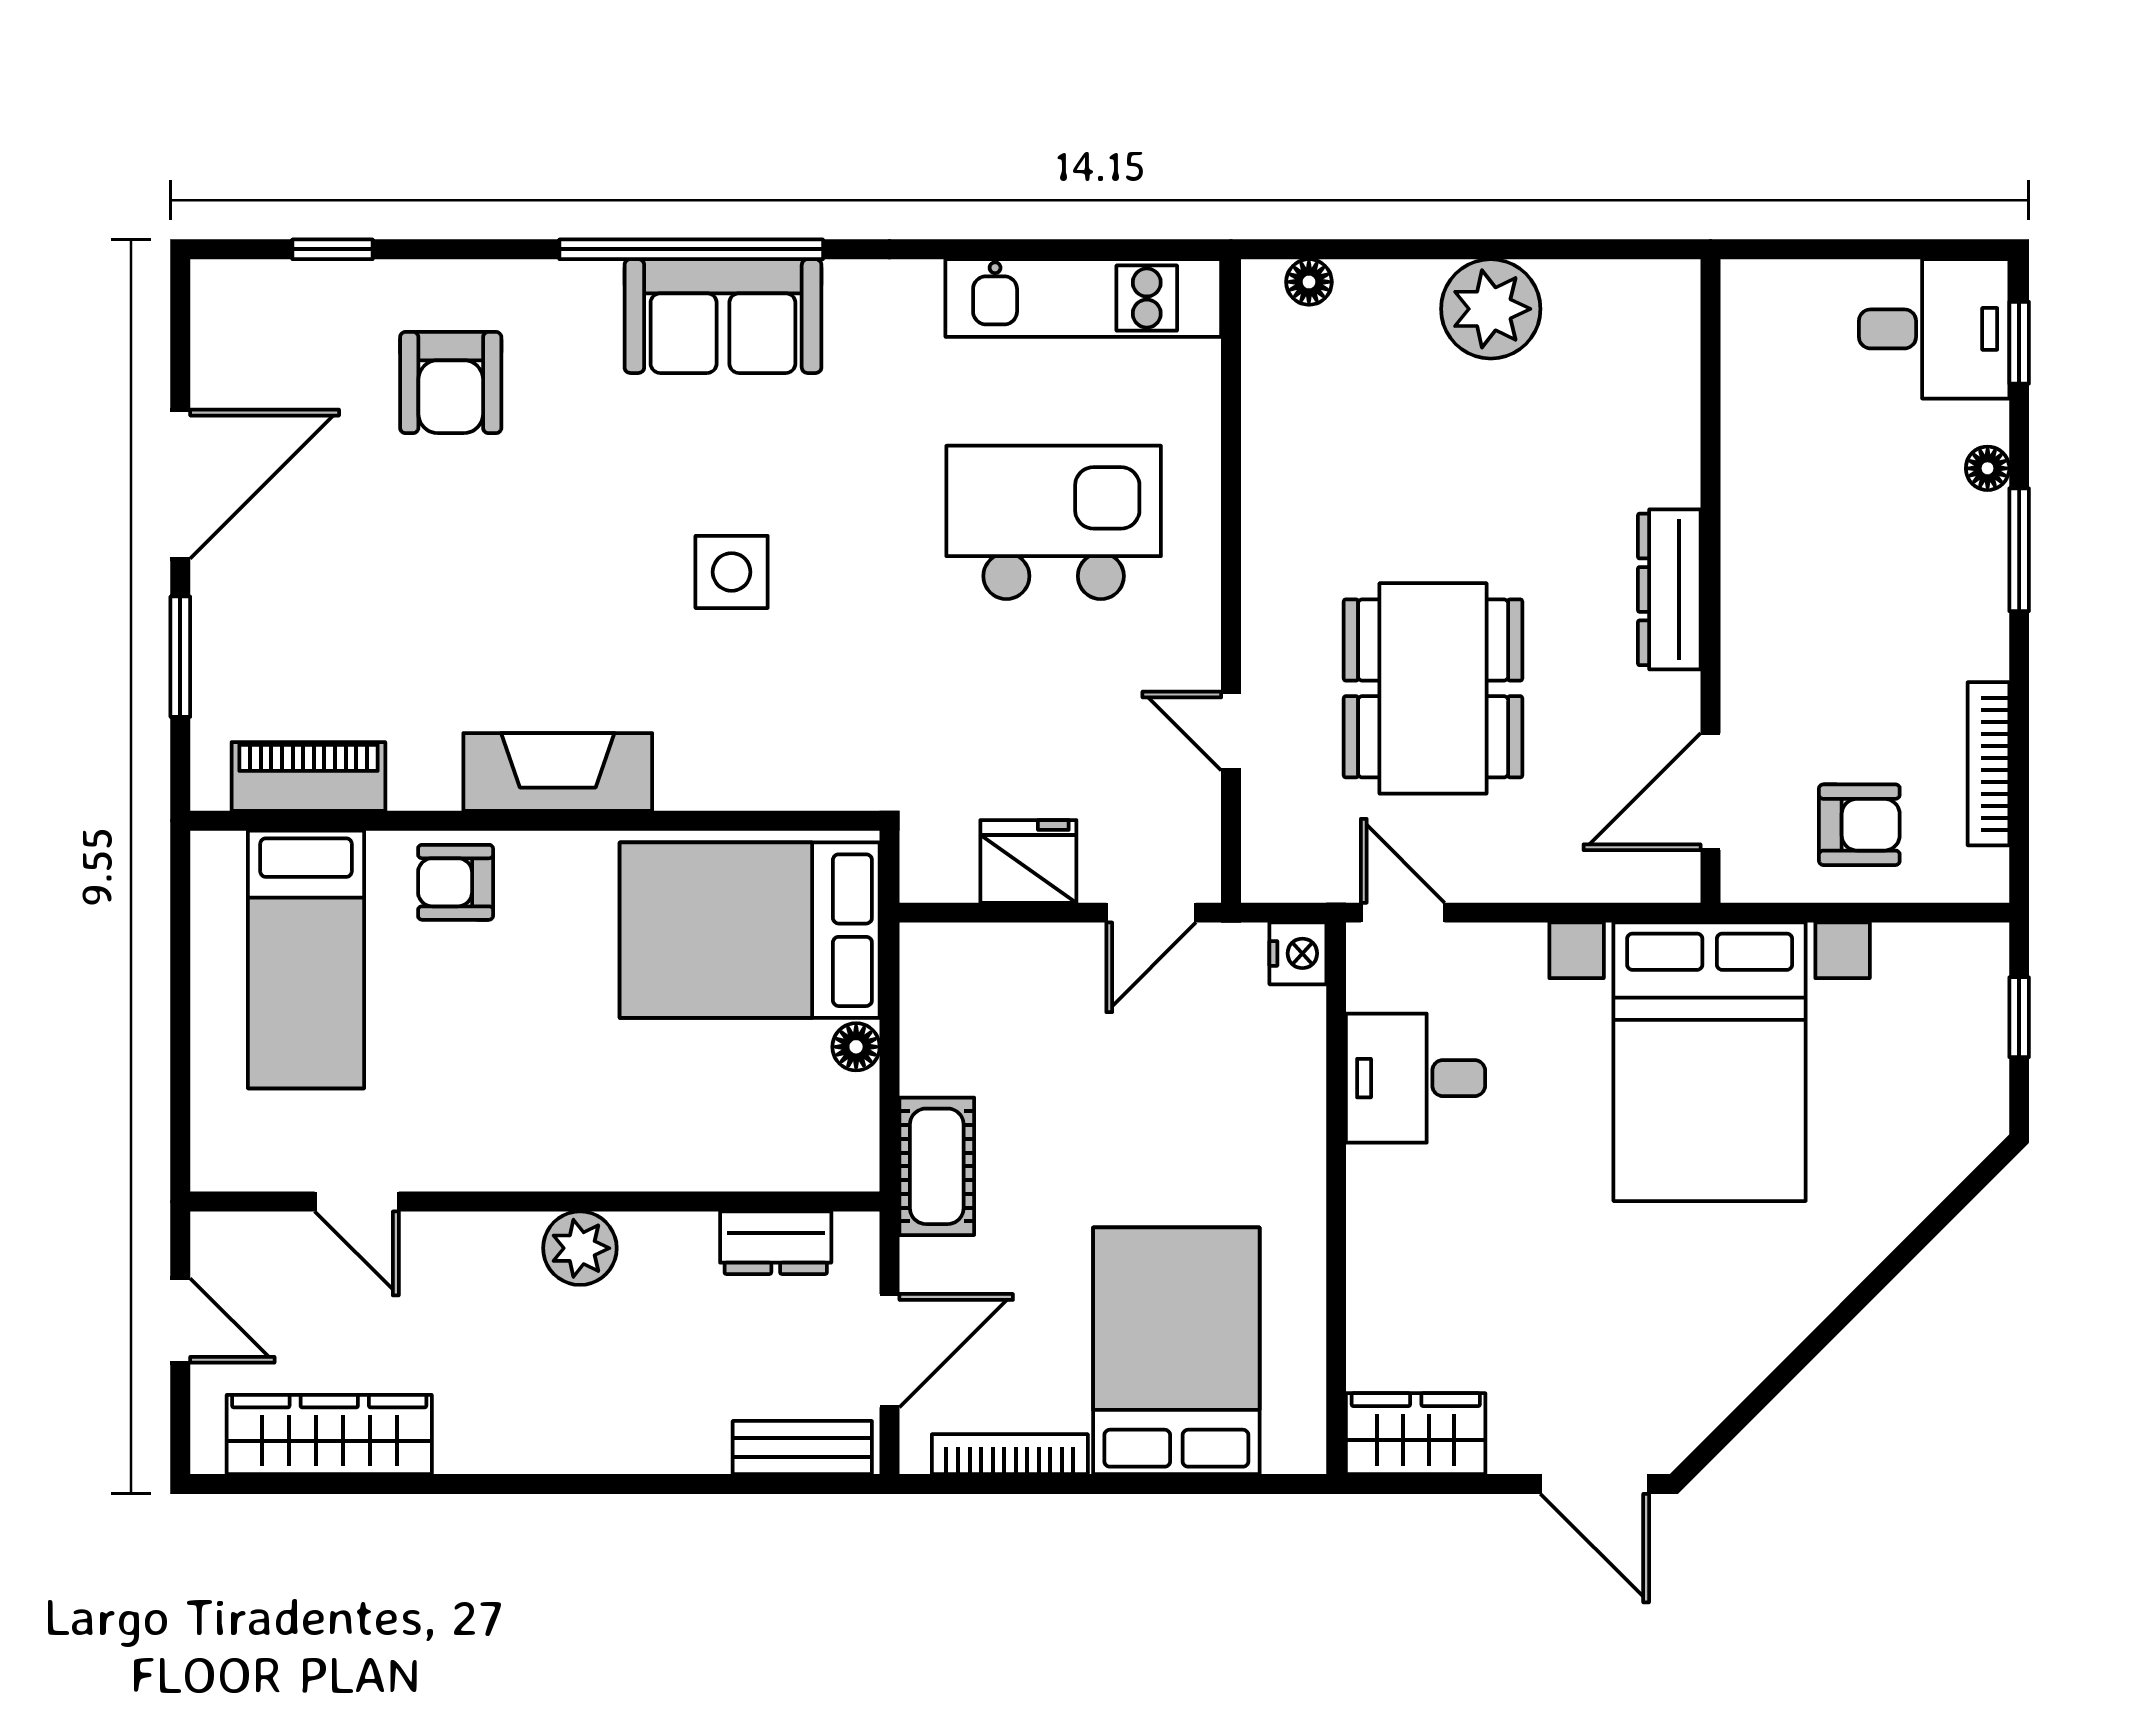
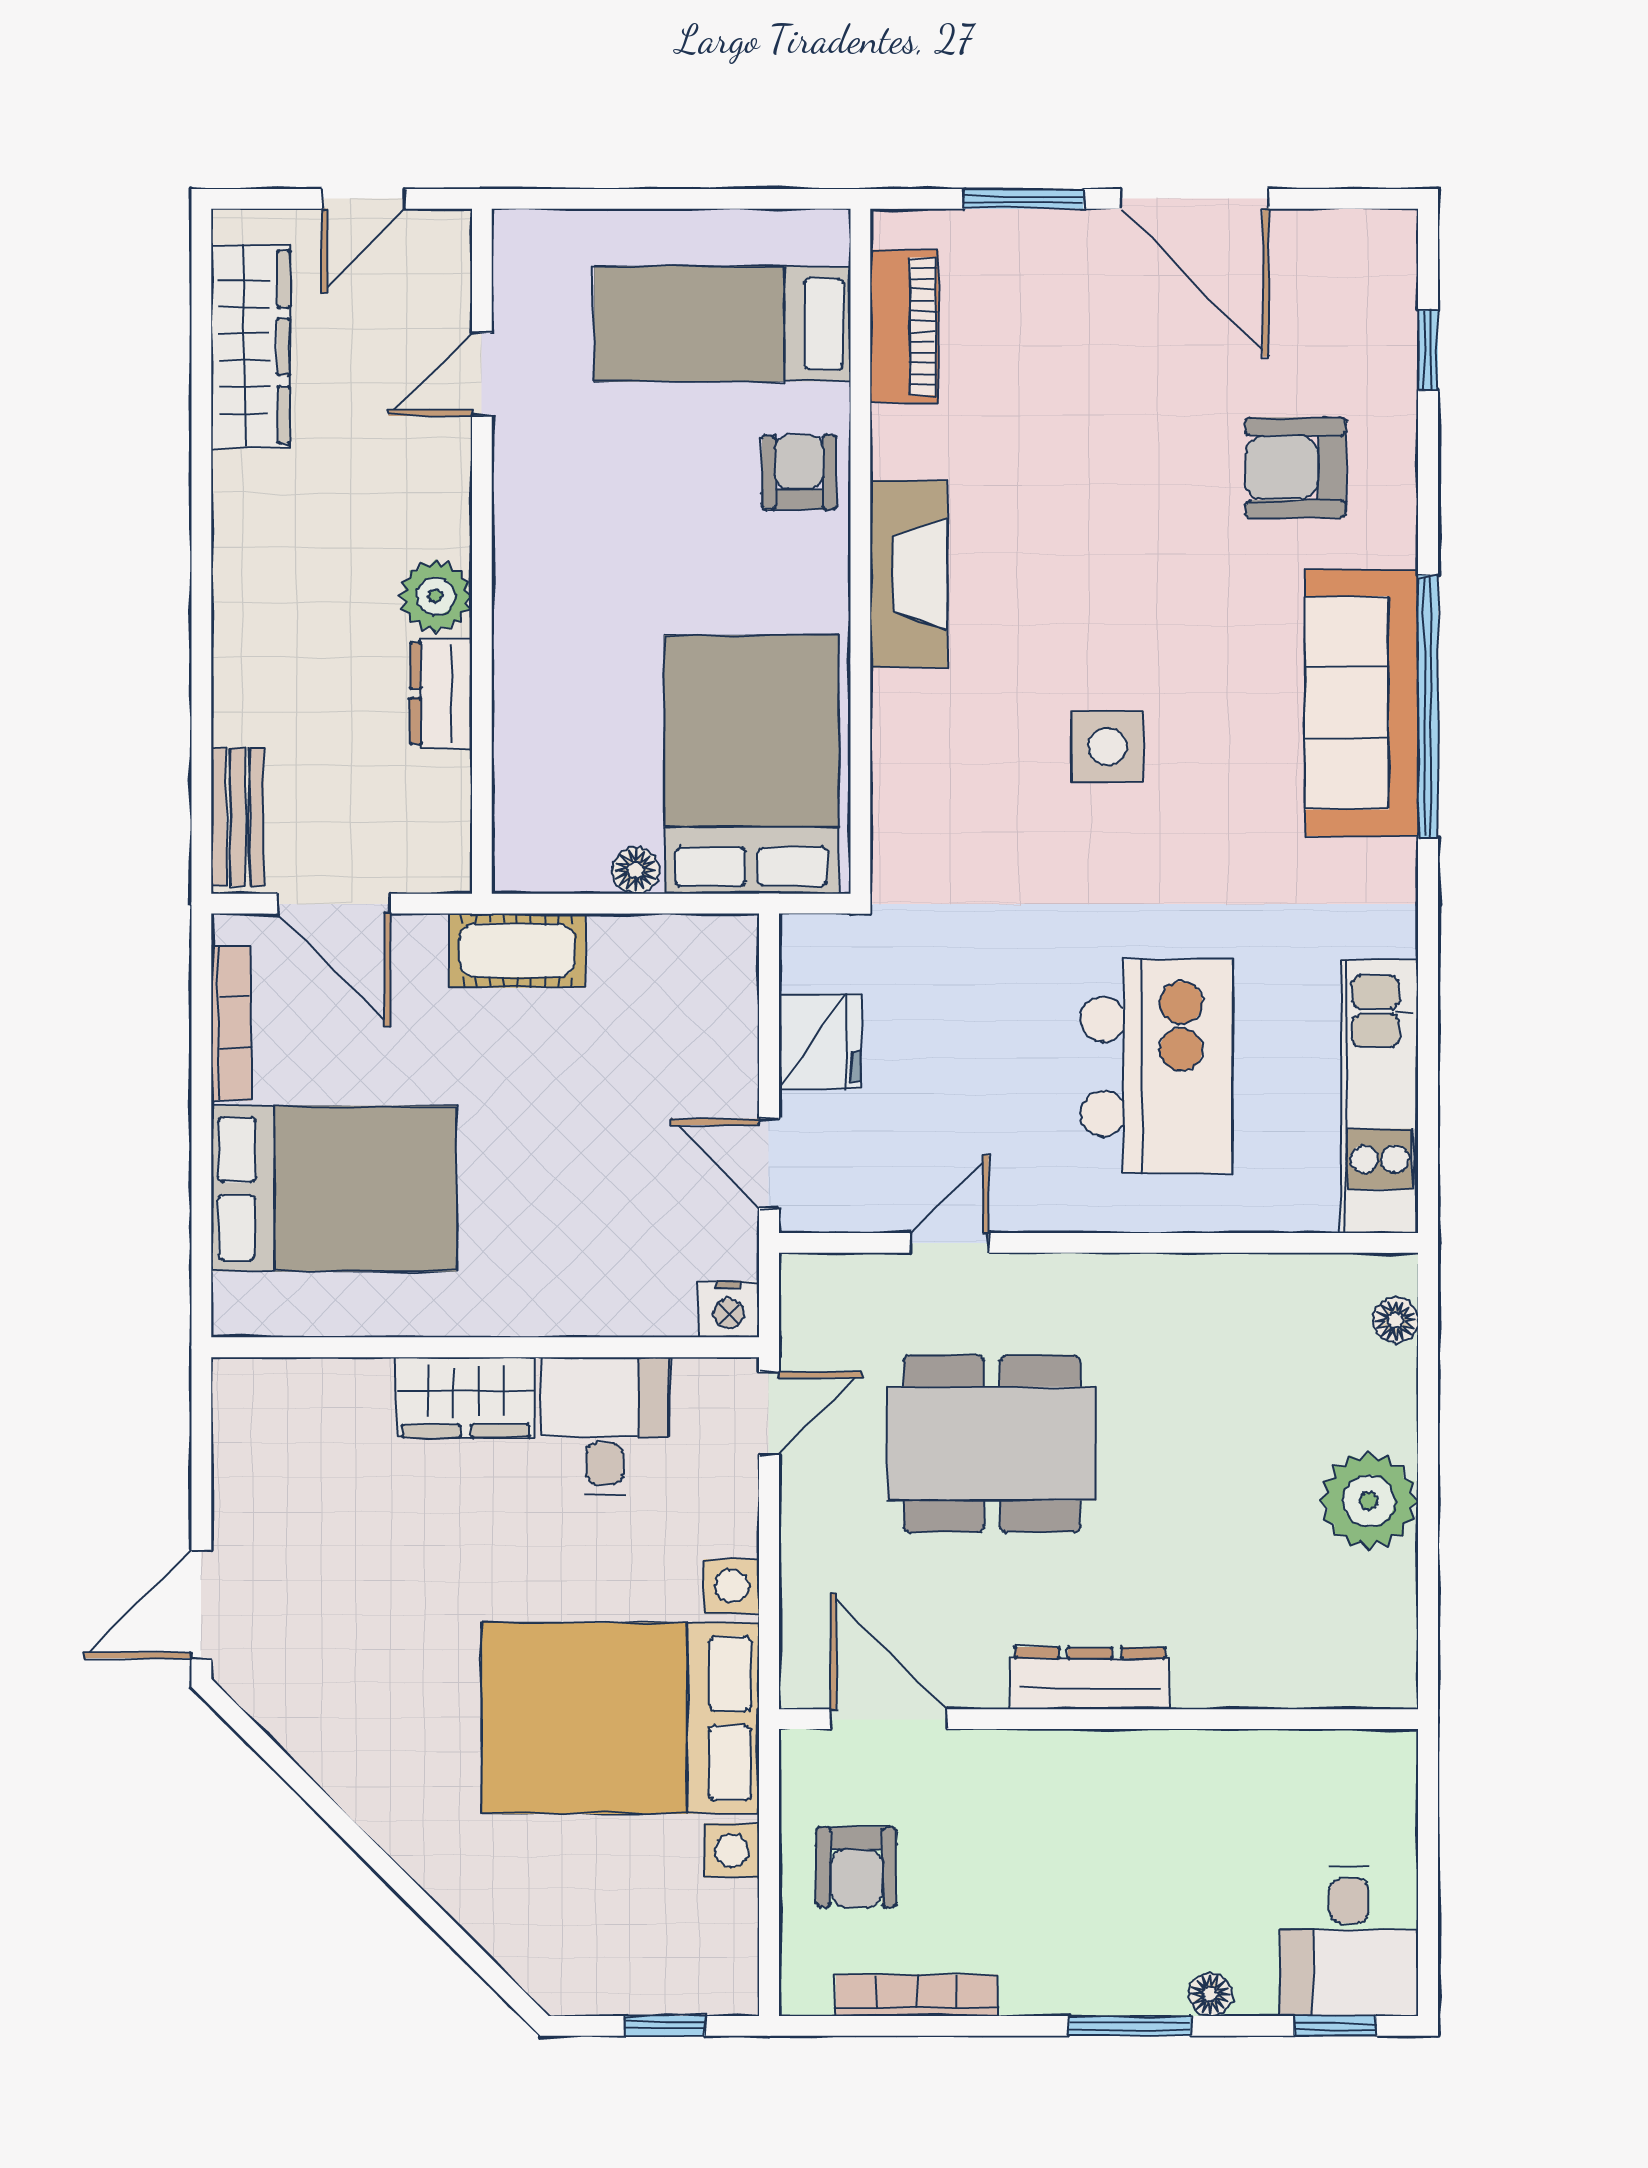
sofa: (723, 316) -> (1362, 703), width x1.36
dresser: (776, 1243) -> (441, 693), moved
wardrobe: (1416, 1434) -> (466, 1397), moved, turned 90

